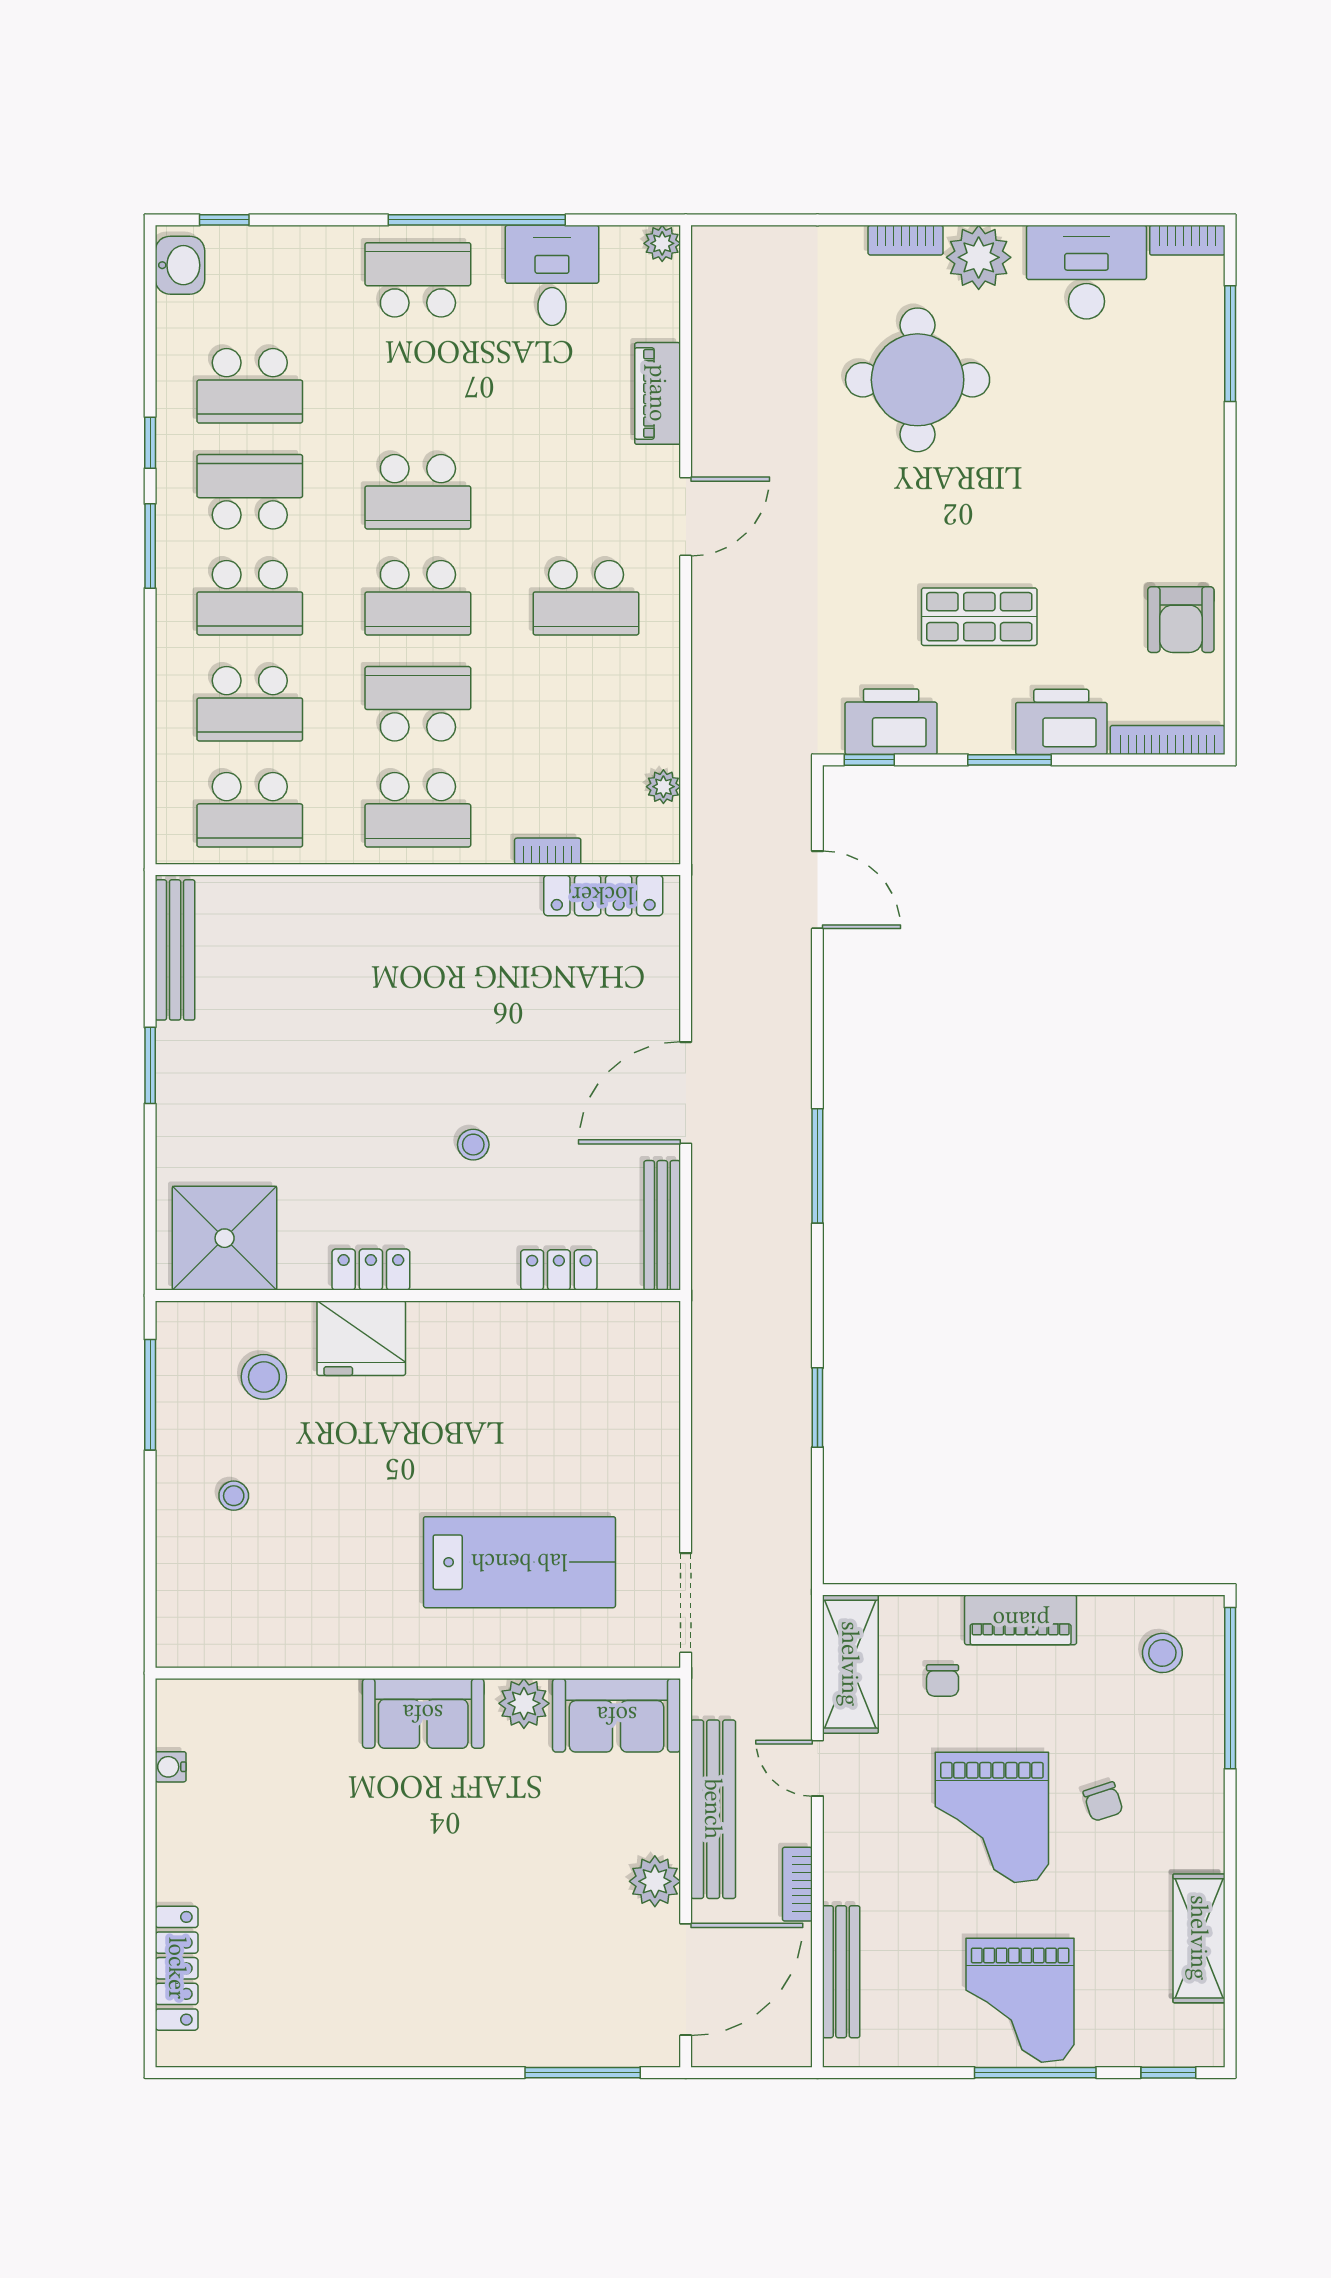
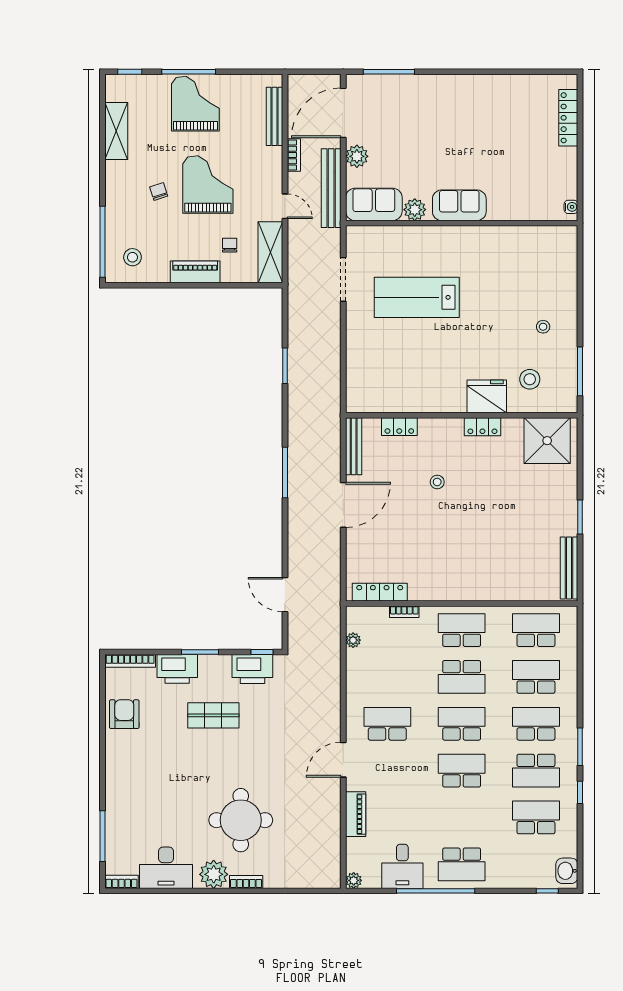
wall: (418, 1673) -> (462, 223), moved
plant: (524, 1703) -> (415, 210), moved
sofa: (423, 1713) -> (459, 205), moved
sofa: (617, 1715) -> (374, 204), moved

